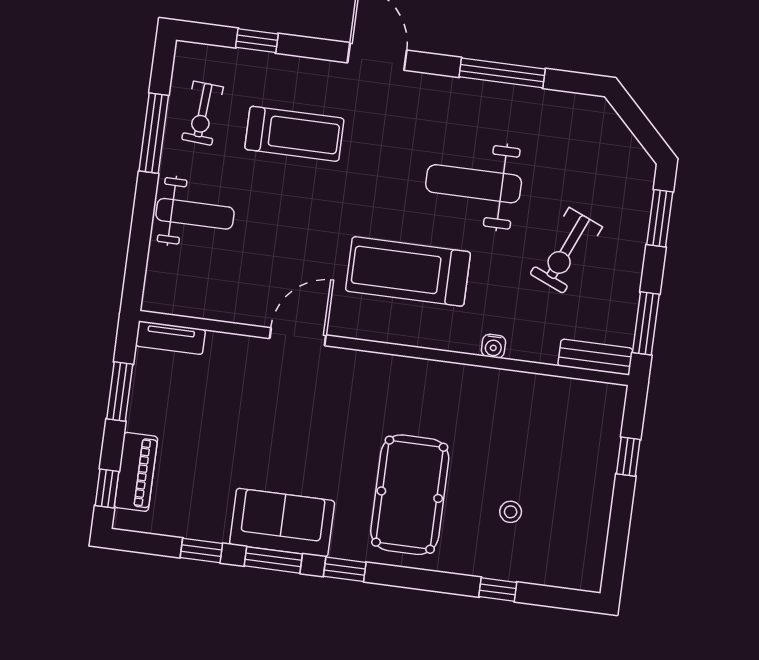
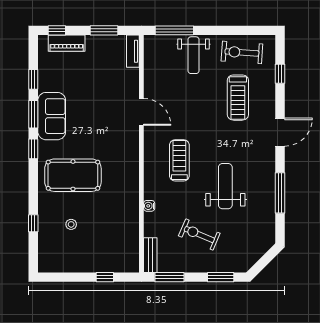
exercise bike: (202, 113) -> (242, 52), width x1.38, depth x1.39
window: (154, 133) -> (174, 30), moved
treadmill: (408, 271) -> (179, 160), width x0.73, depth x0.73

